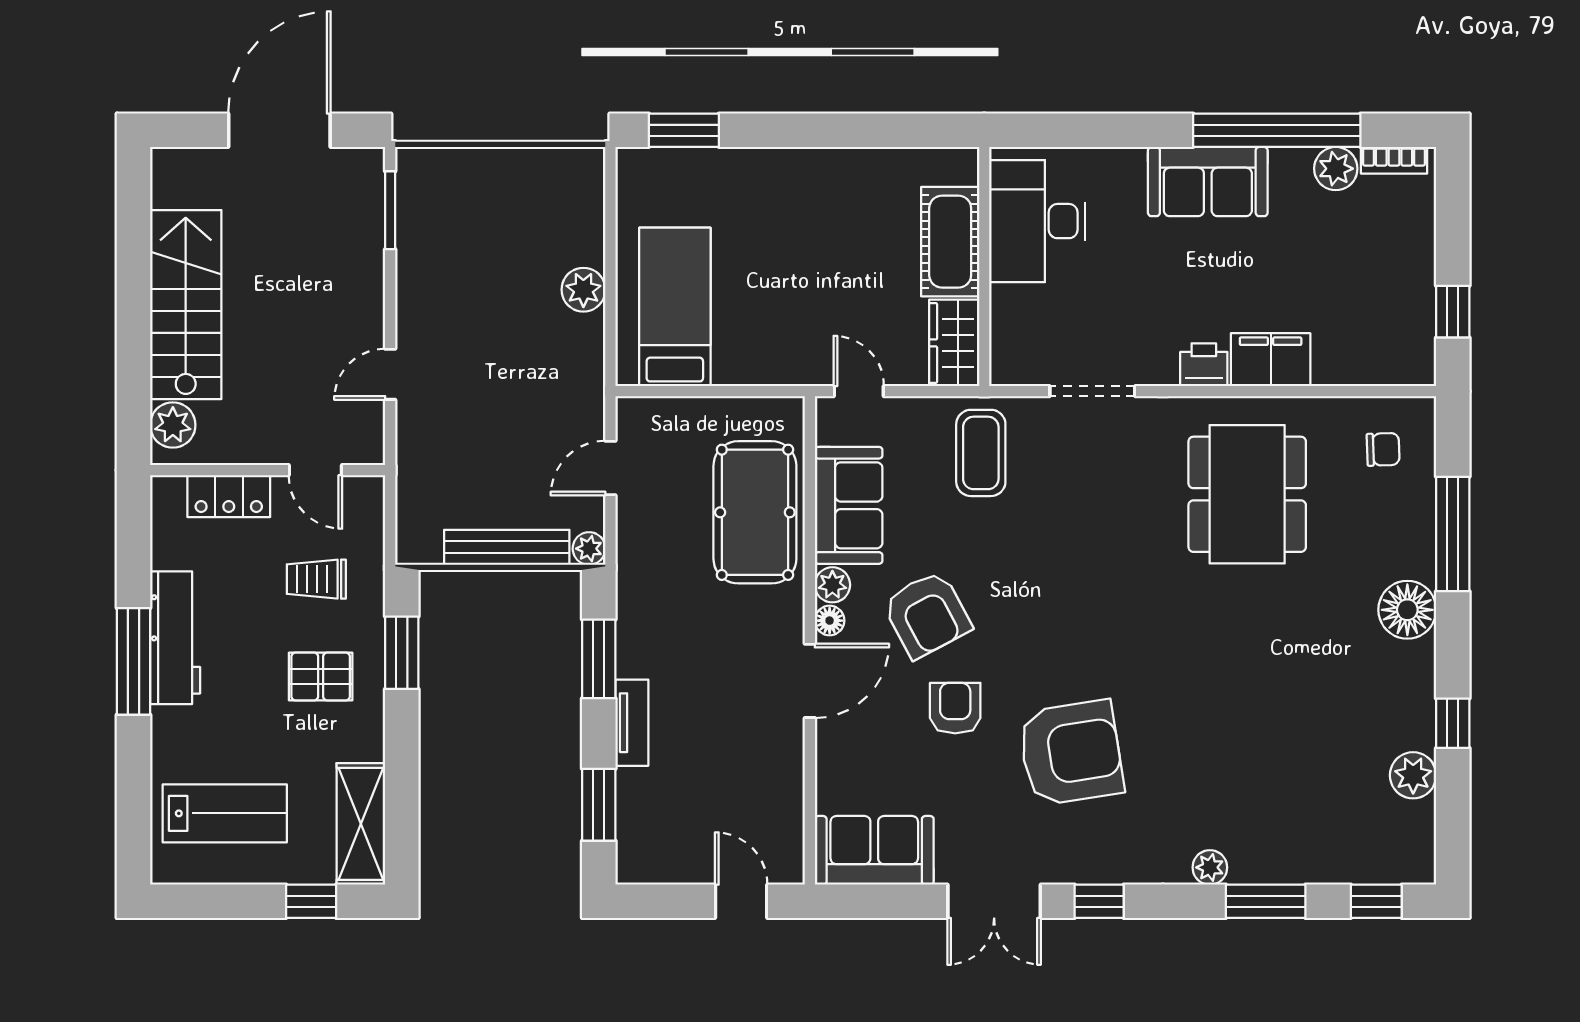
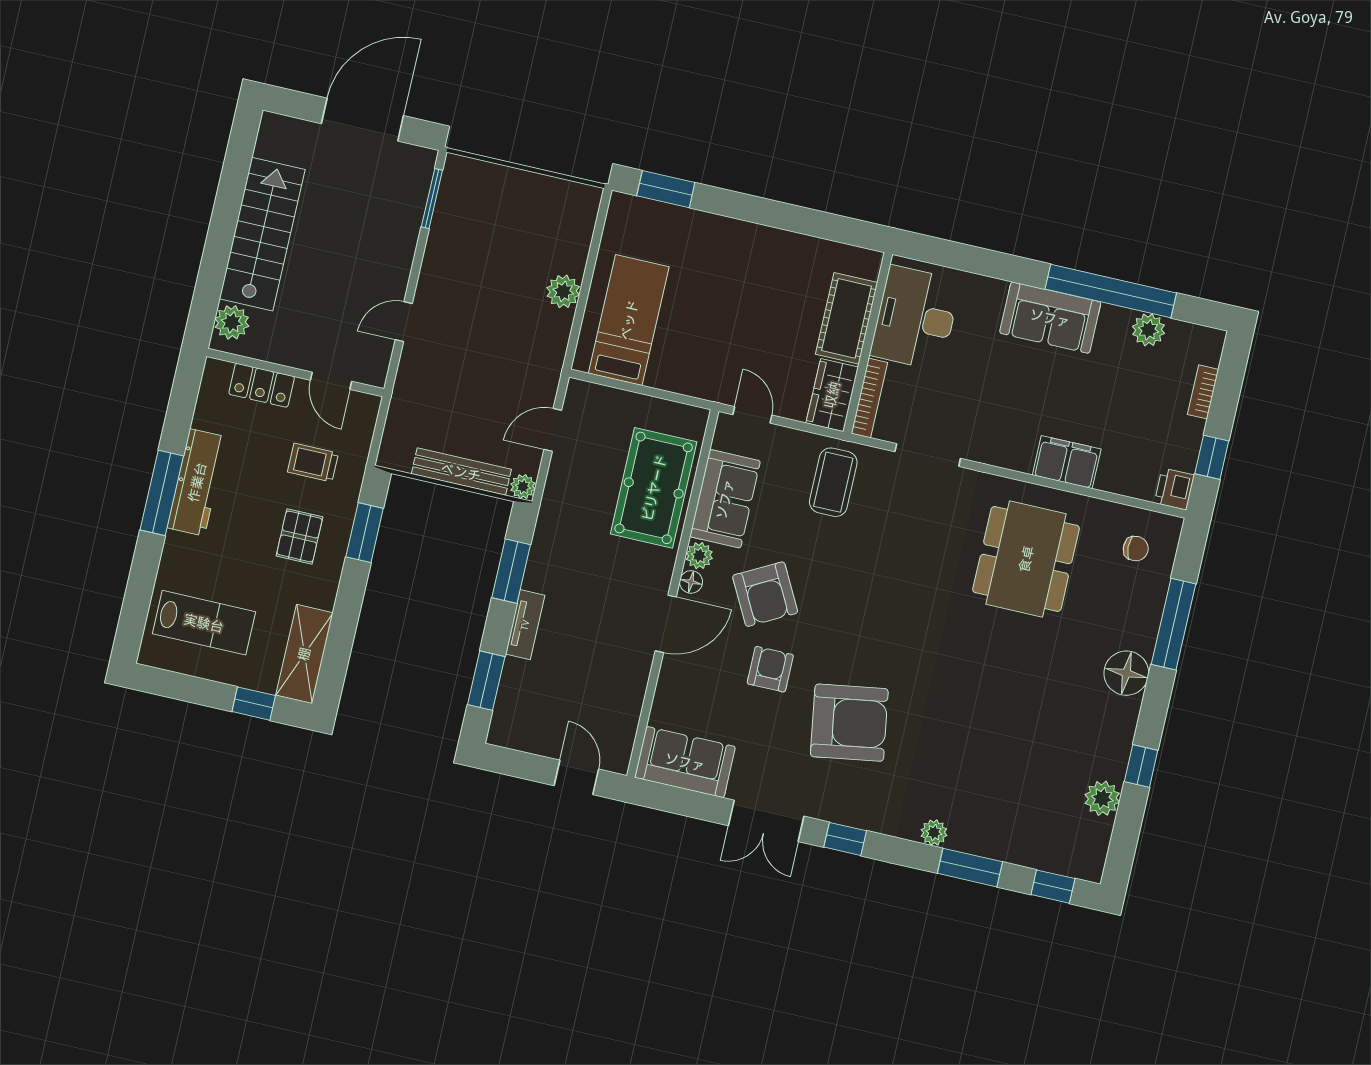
bookcase: (1394, 160) -> (1203, 392), moved, turned 90
bookcase: (1002, 336) -> (869, 398), added
printer: (1204, 365) -> (1174, 489), moved, turned -90
pallet: (321, 677) -> (299, 536), turned 90

